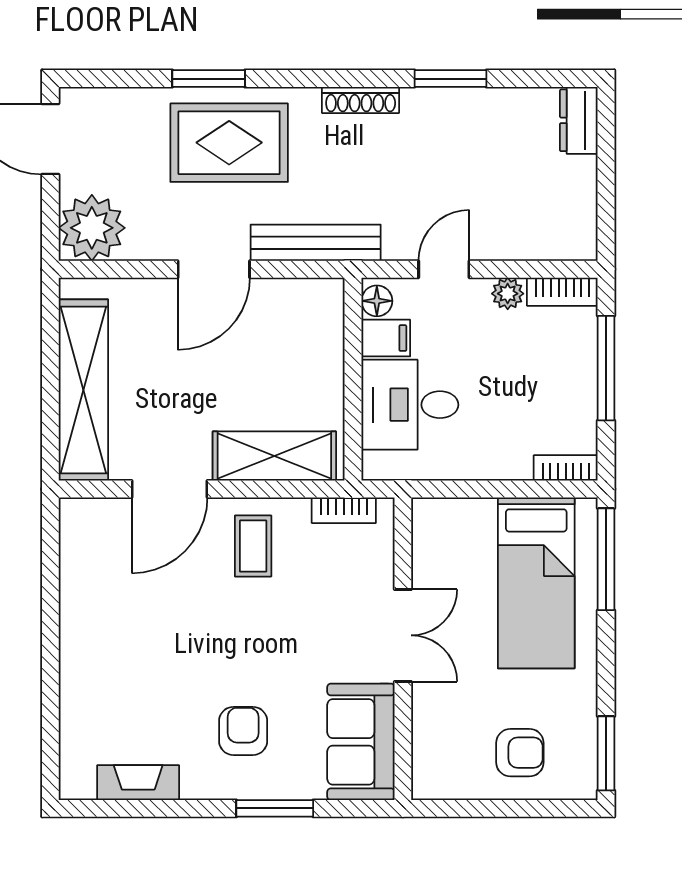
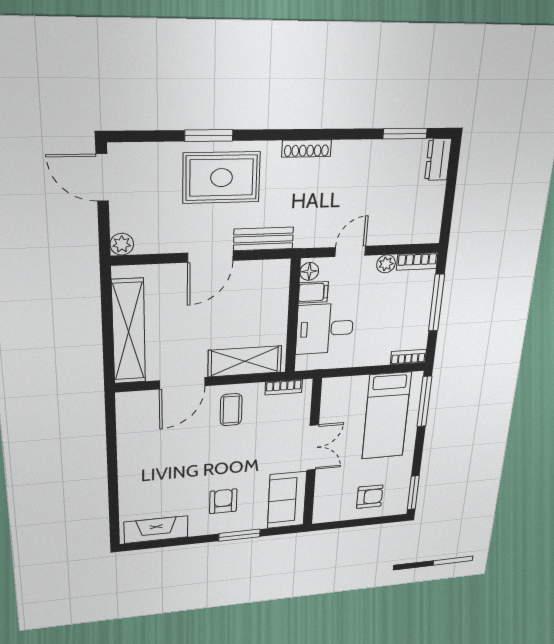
window: (451, 79) -> (405, 134), moved
plant: (92, 228) -> (122, 244), width x0.53, depth x0.53
bench: (316, 243) -> (263, 239), width x0.73
fireplace: (138, 783) -> (156, 530), width x1.37, depth x1.32

